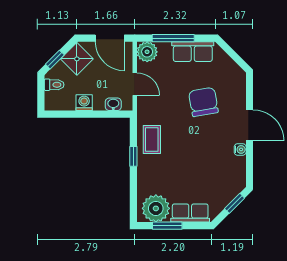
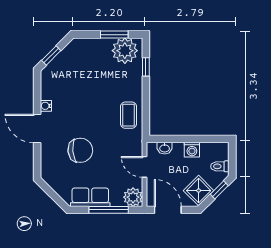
chair: (203, 102) -> (80, 150), turned -85
window: (133, 156) -> (146, 67), moved
row of seats: (190, 213) -> (93, 46), removed

